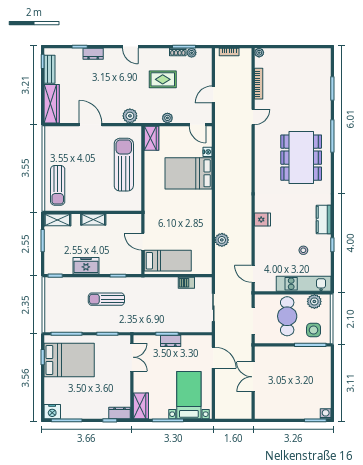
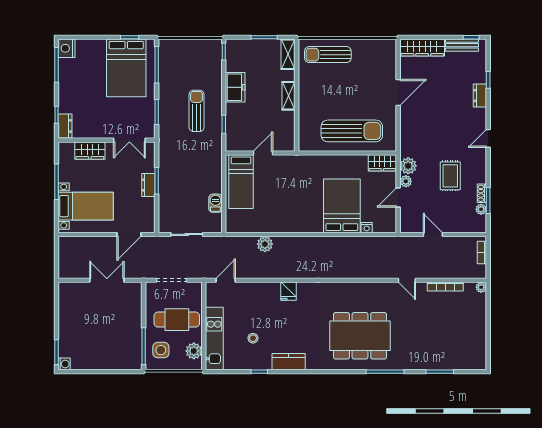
plant: (130, 116) -> (408, 166), moved
door: (198, 125) -> (398, 198), moved
wardrobe: (141, 406) -> (90, 151), moved

